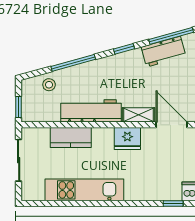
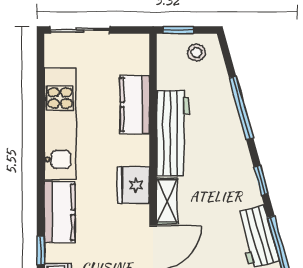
stool: (49, 85) -> (197, 53), moved
sliding door: (19, 160) -> (80, 30), moved
kitchen counter: (146, 190) -> (60, 212), added

